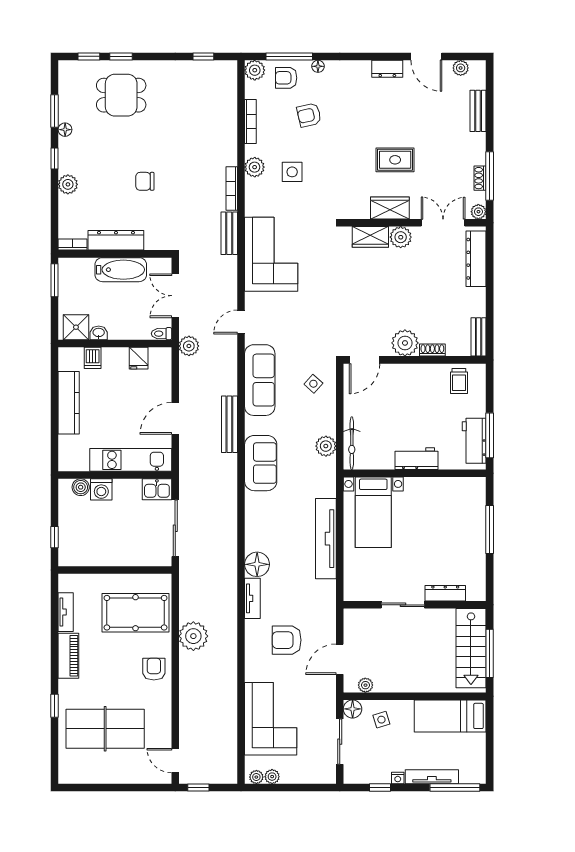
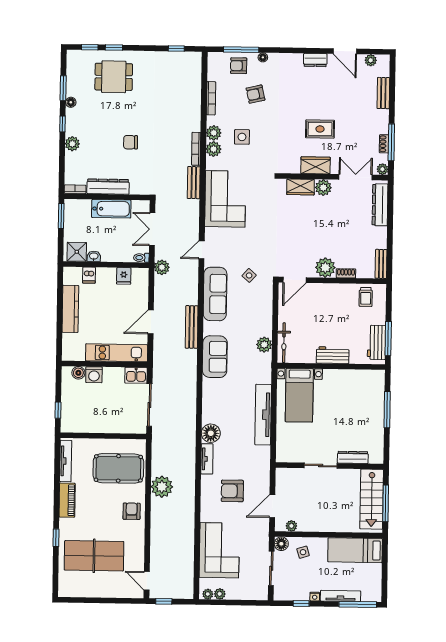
plant: (255, 70) -> (214, 149), moved
side table: (313, 384) -> (249, 275), moved
tv unit: (66, 612) -> (66, 461), width x1.41

